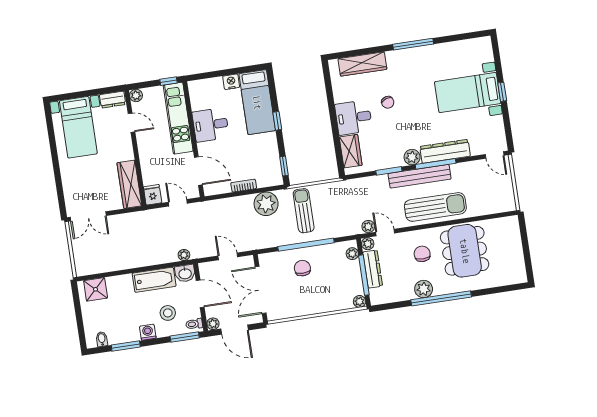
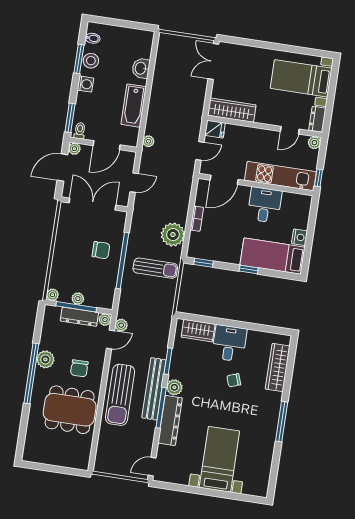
window: (502, 92) -> (210, 492), removed
plant: (352, 254) -> (78, 299), moved
chair: (422, 254) -> (79, 368), turned 90
washbasin: (185, 273) -> (141, 68), moved
shower: (96, 289) -> (142, 47), removed
stool: (168, 313) -> (91, 61), moved

